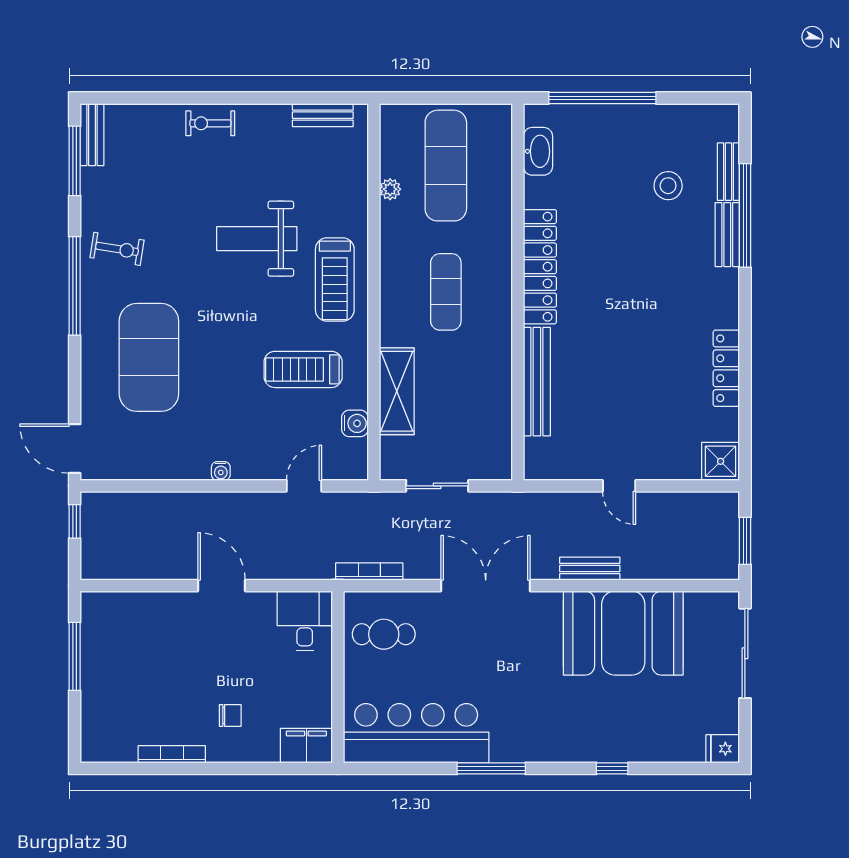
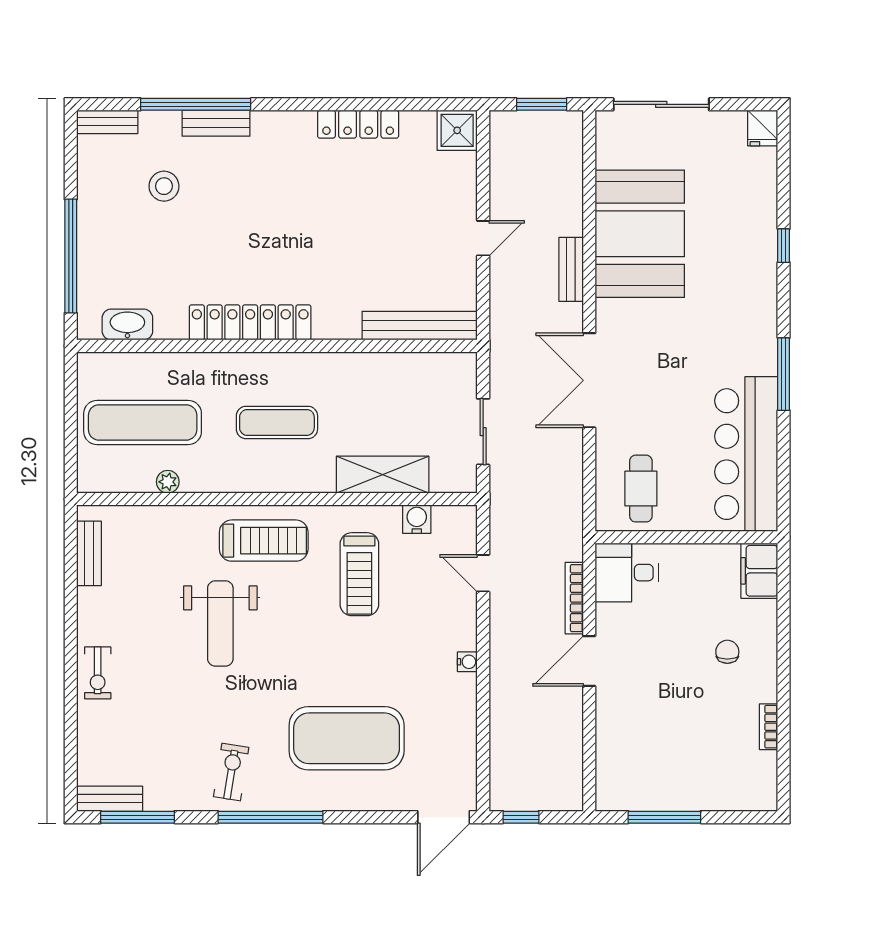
bench: (728, 172) -> (107, 122), moved
bench: (537, 382) -> (420, 326), moved
bookcase: (369, 571) -> (574, 598), moved
bookcase: (172, 754) -> (769, 727), width x0.64

